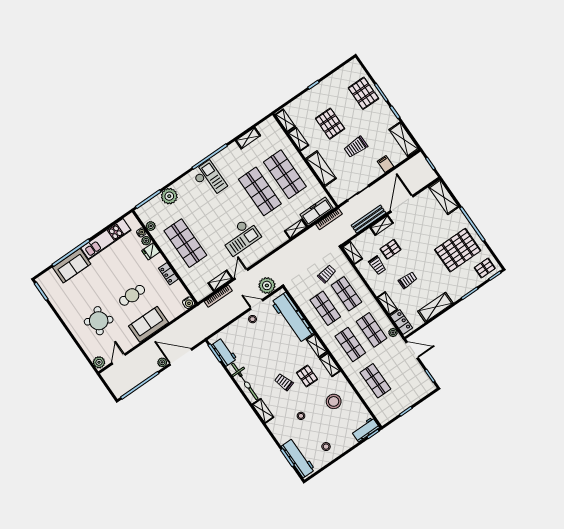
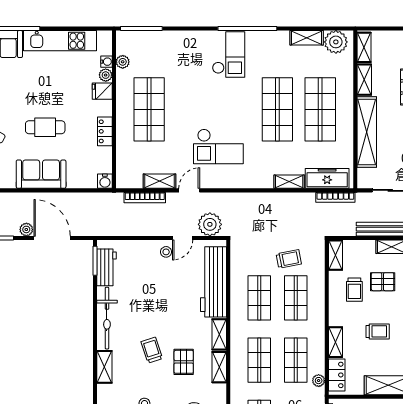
shelving: (321, 169) -> (367, 132), width x1.47
plant: (169, 196) -> (336, 42), moved
door: (257, 304) -> (183, 238), swing flipped

